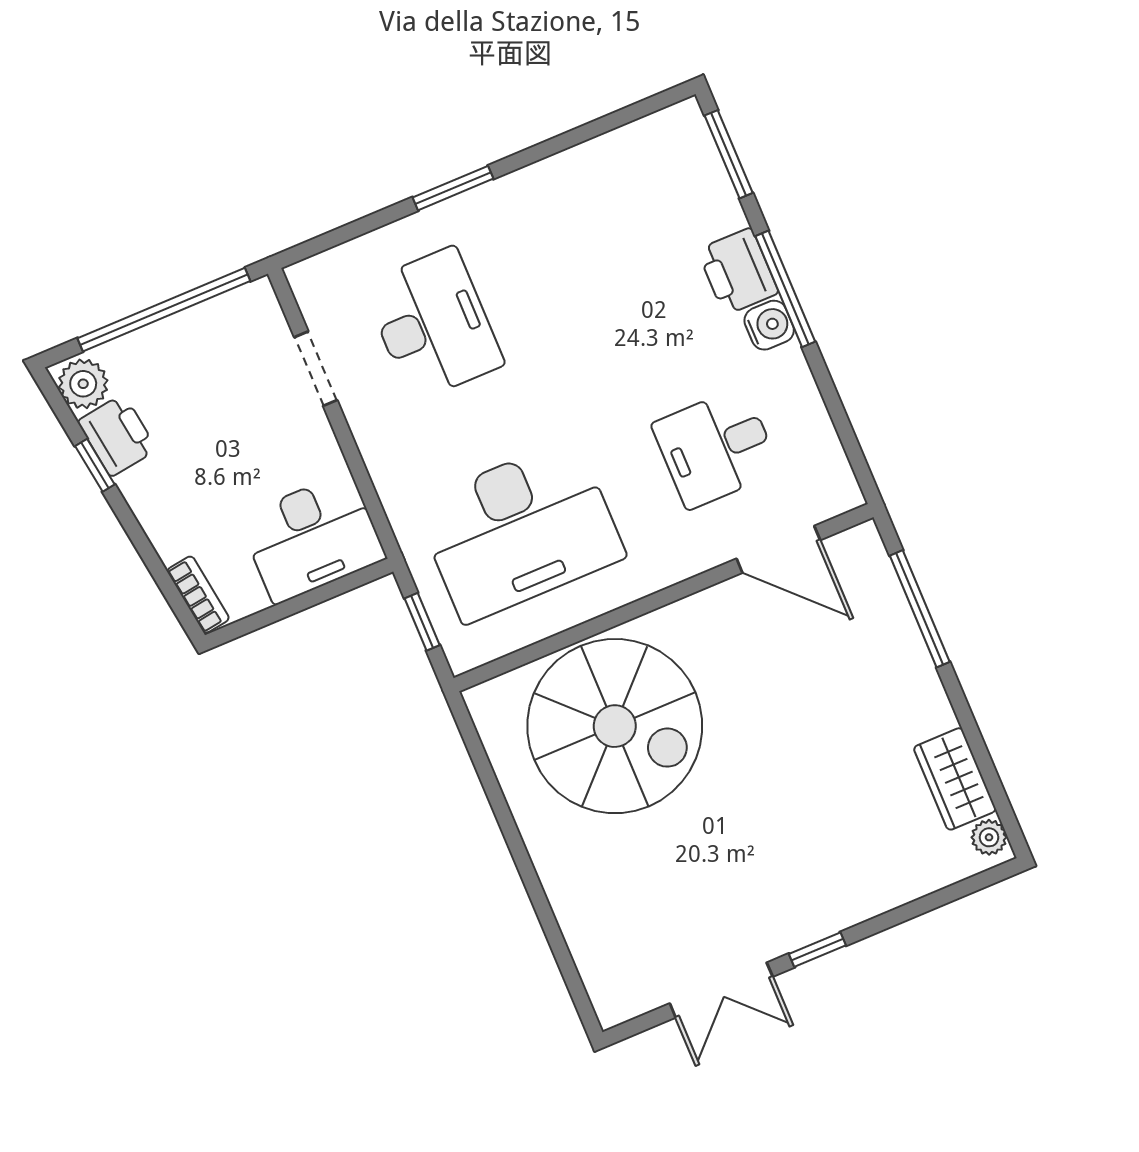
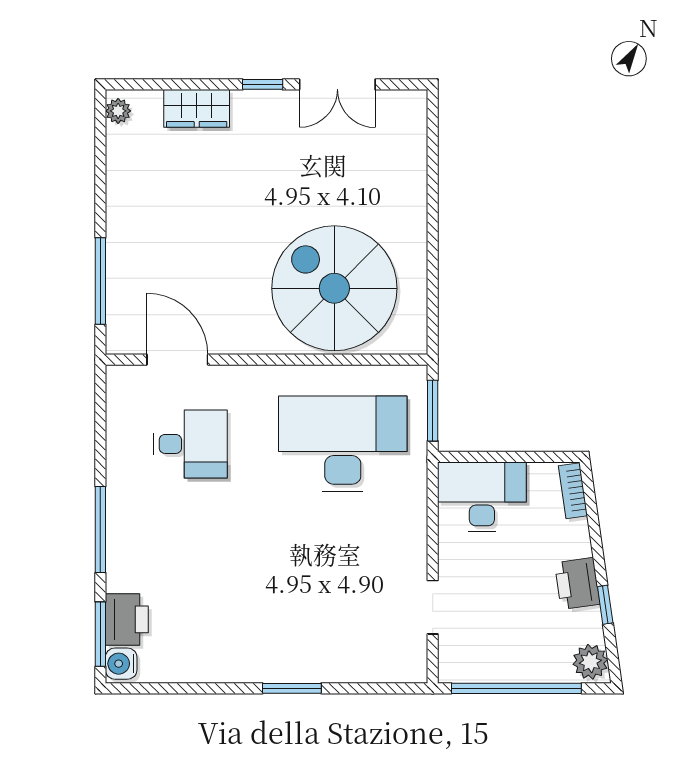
printer: (738, 271) -> (127, 619), moved
desk: (433, 324) -> (343, 604), removed
water cooler: (769, 325) -> (121, 664), moved
printer: (117, 435) -> (577, 584), moved
window: (422, 622) -> (433, 411), width x1.50
wardrobe: (955, 779) -> (197, 108), moved, turned 90
double door: (721, 990) -> (337, 84), swing flipped

